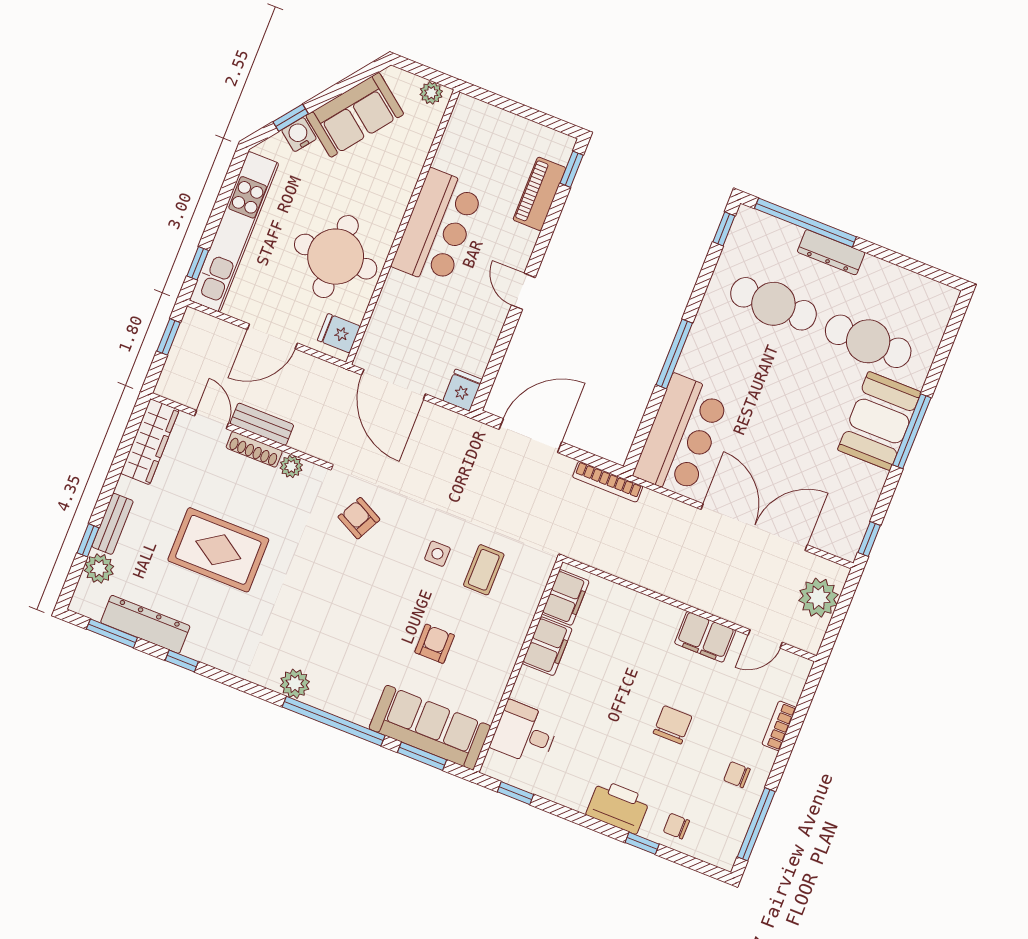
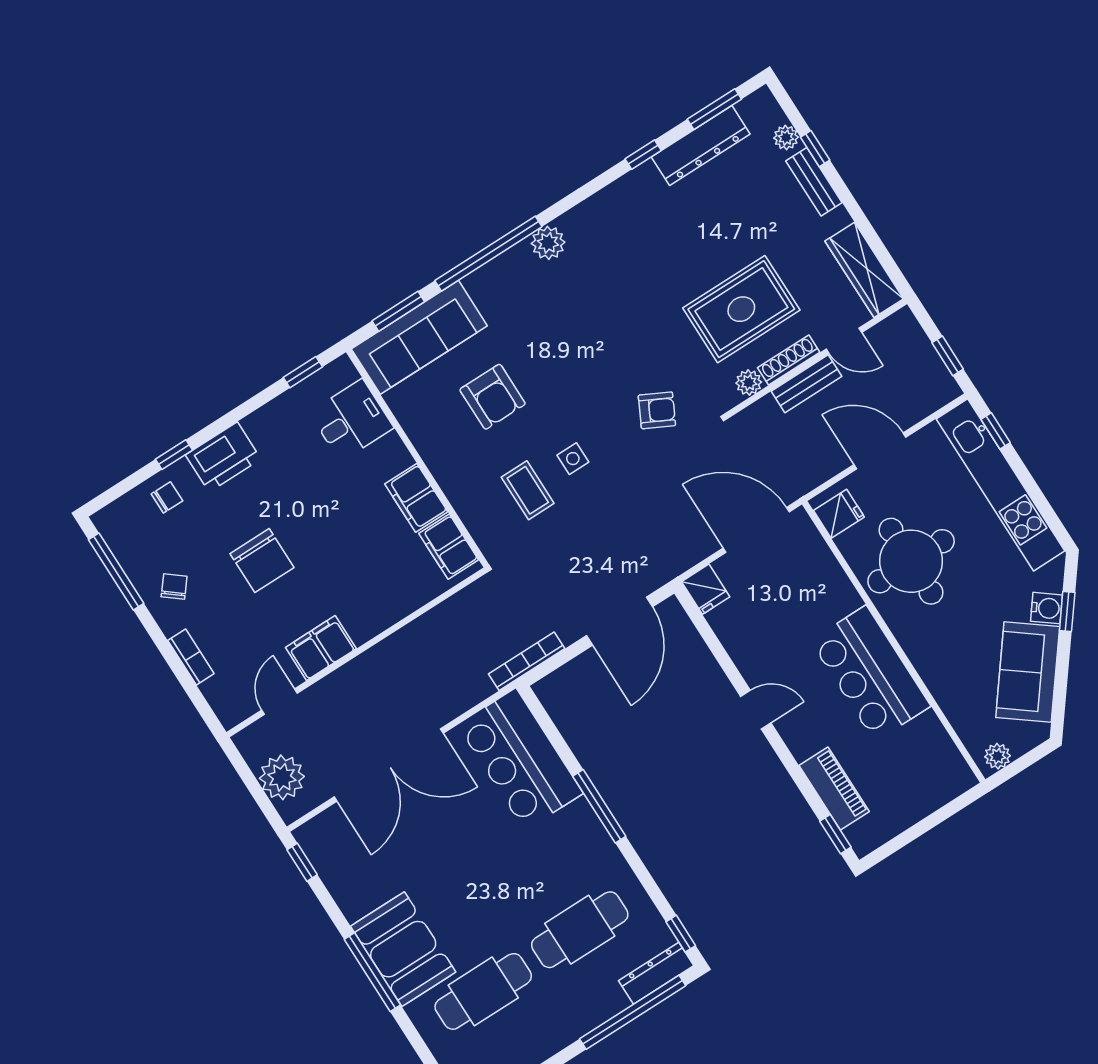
dresser: (831, 252) -> (656, 973), moved
door: (272, 336) -> (880, 451), hinge flipped
rug: (218, 550) -> (741, 309), moved
plant: (99, 568) -> (786, 138), width x0.73, depth x0.73
armchair: (435, 644) -> (493, 397), width x1.38, depth x1.38
chair: (673, 725) -> (262, 561), width x1.37, depth x1.37
chair: (737, 775) -> (174, 586), turned -51

